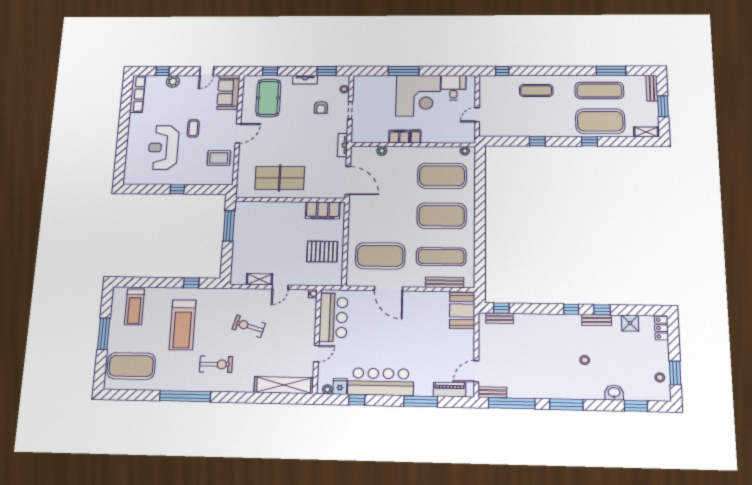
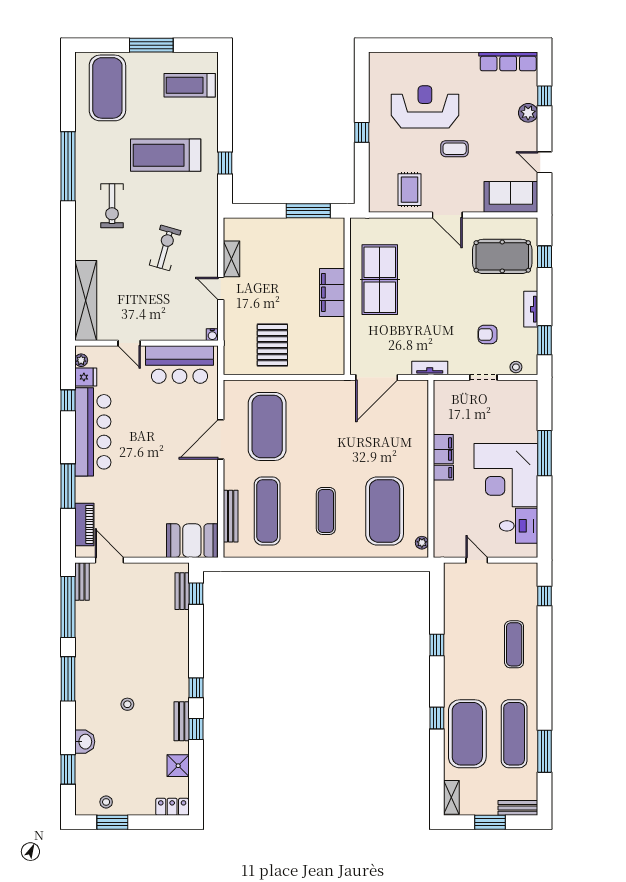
plant: (382, 151) -> (421, 425), removed
filing cabinet: (323, 210) -> (332, 292), moved
exercise mat: (442, 216) -> (326, 511), width x0.50, depth x0.69

